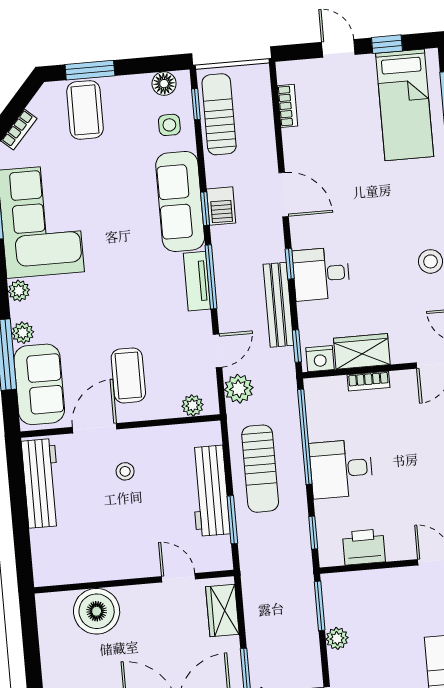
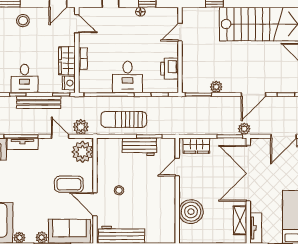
plant: (193, 405) -> (83, 152), width x1.87, depth x1.87
sun lounger: (260, 469) -> (124, 119), turned 180
workbench: (210, 491) -> (139, 147), width x0.73

